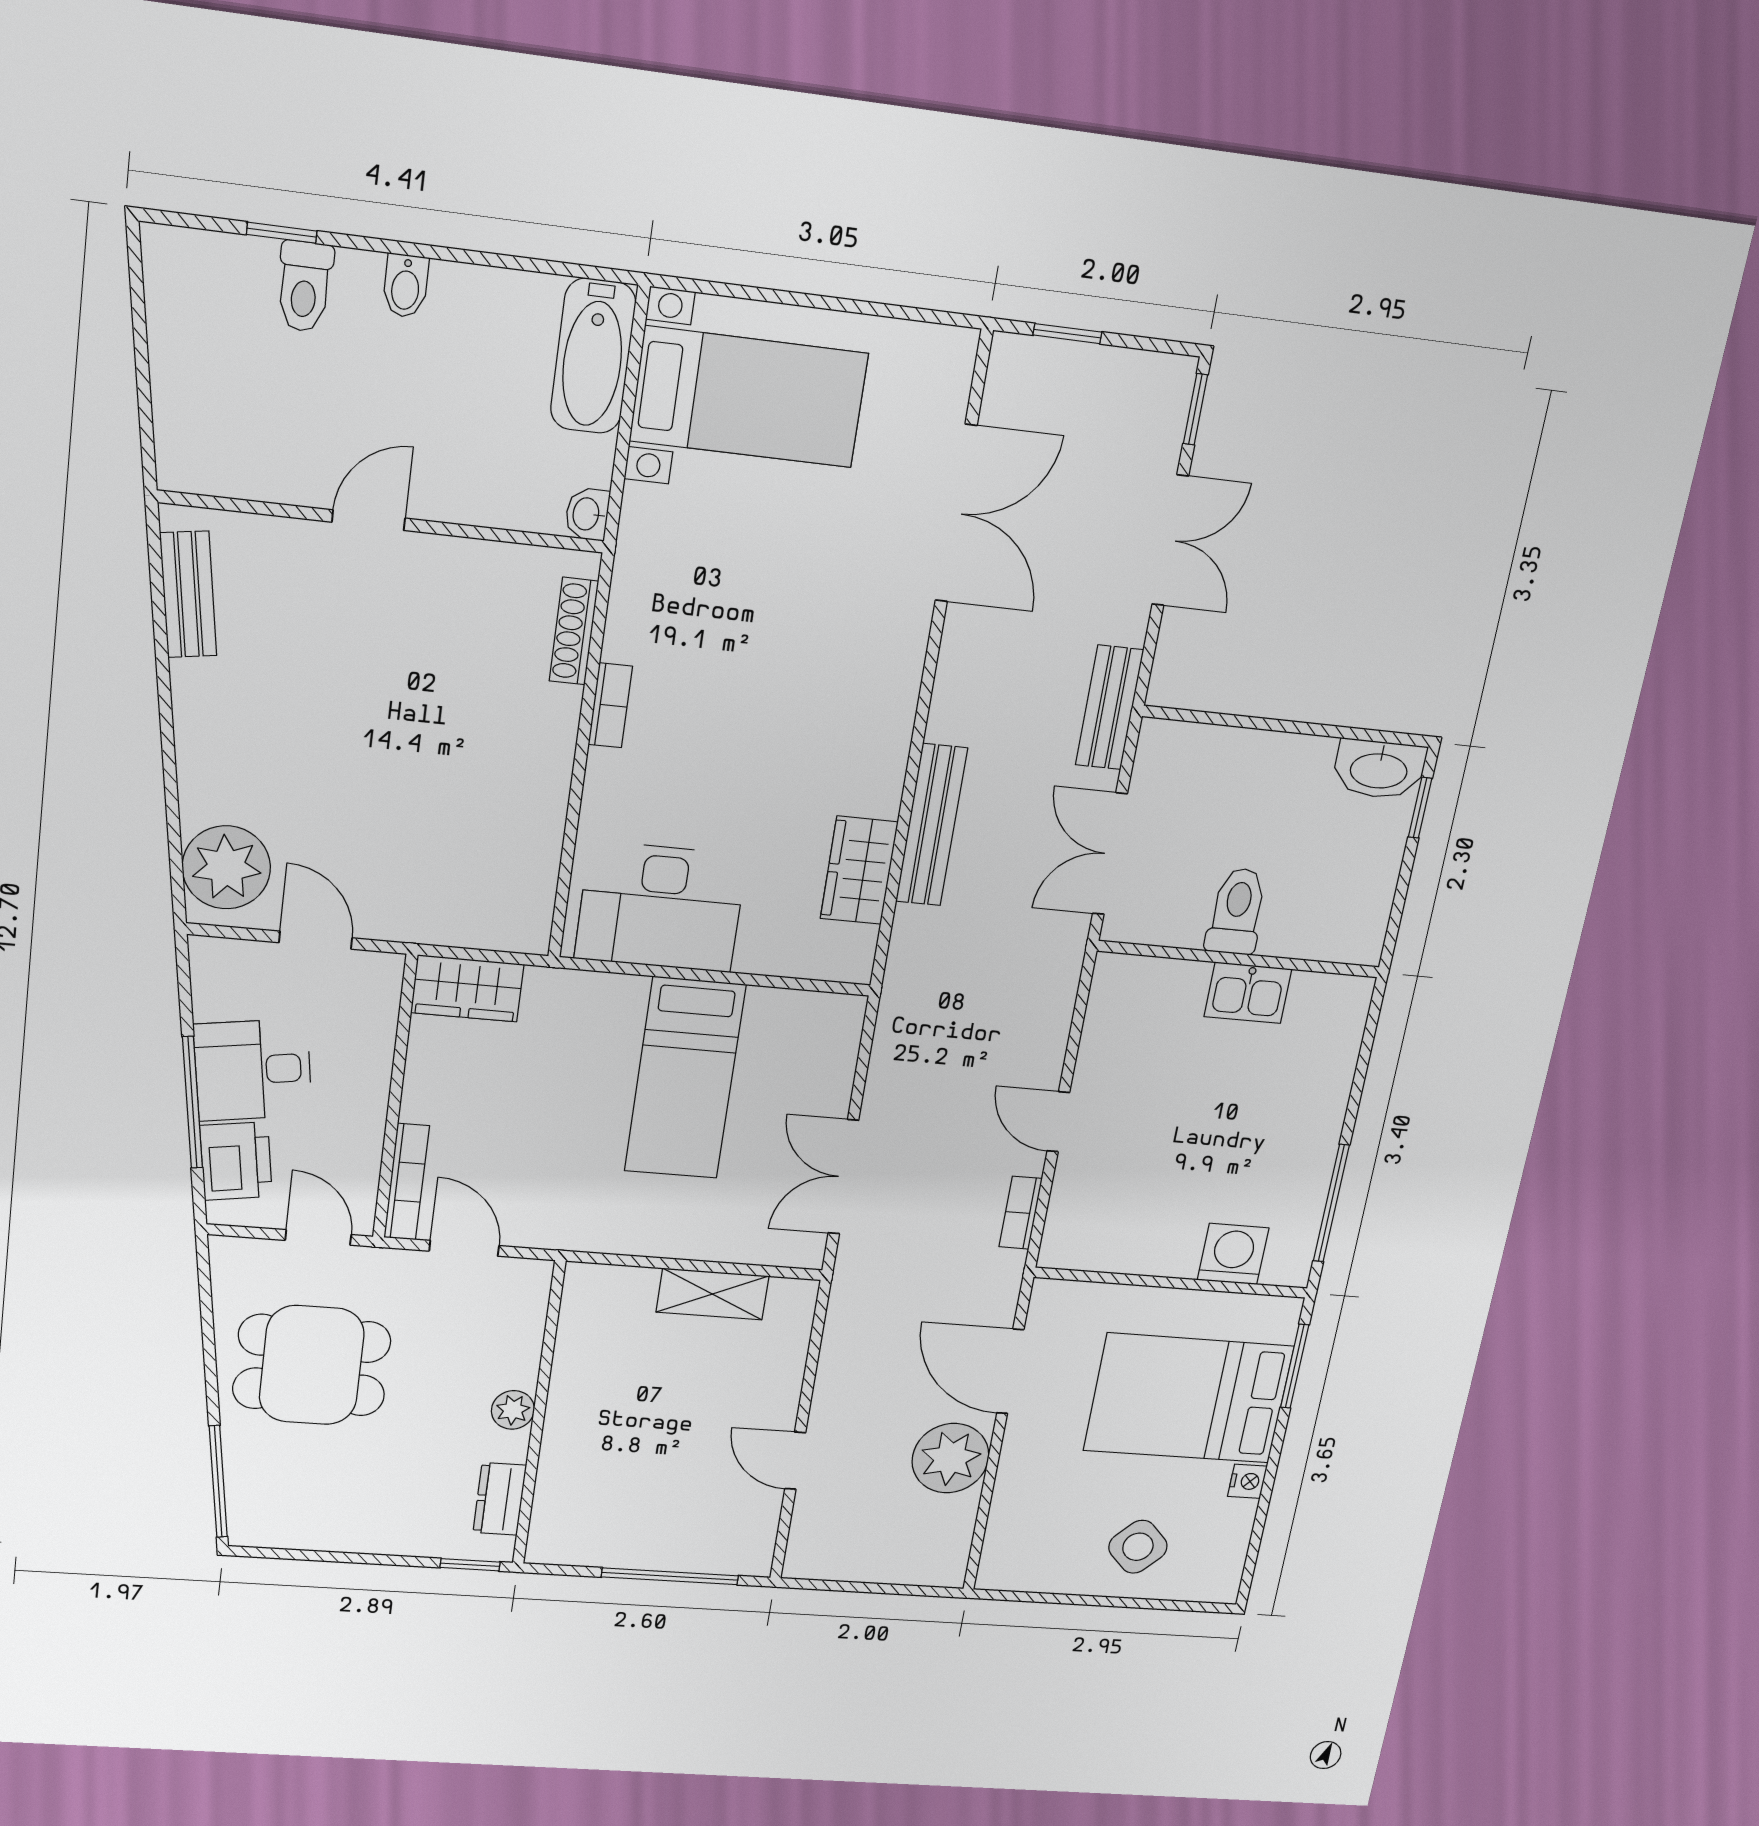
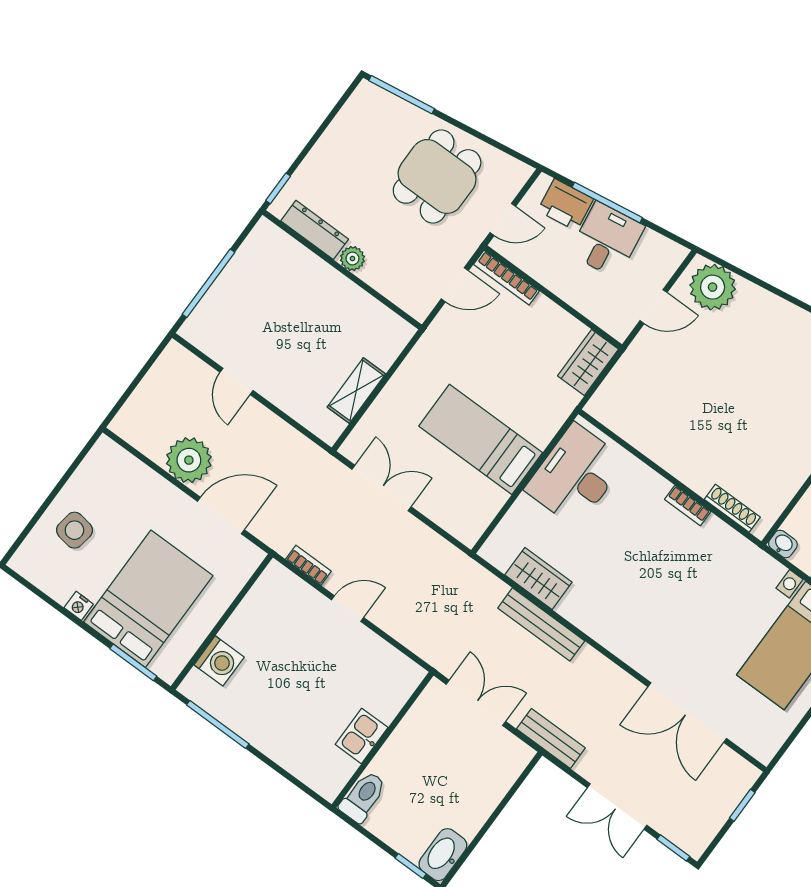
toilet: (1237, 911) -> (363, 797), moved, turned -90
door: (795, 1461) -> (237, 381), swing flipped
dresser: (500, 1499) -> (315, 230), width x1.44
side table: (1138, 1547) -> (74, 530), turned -36

